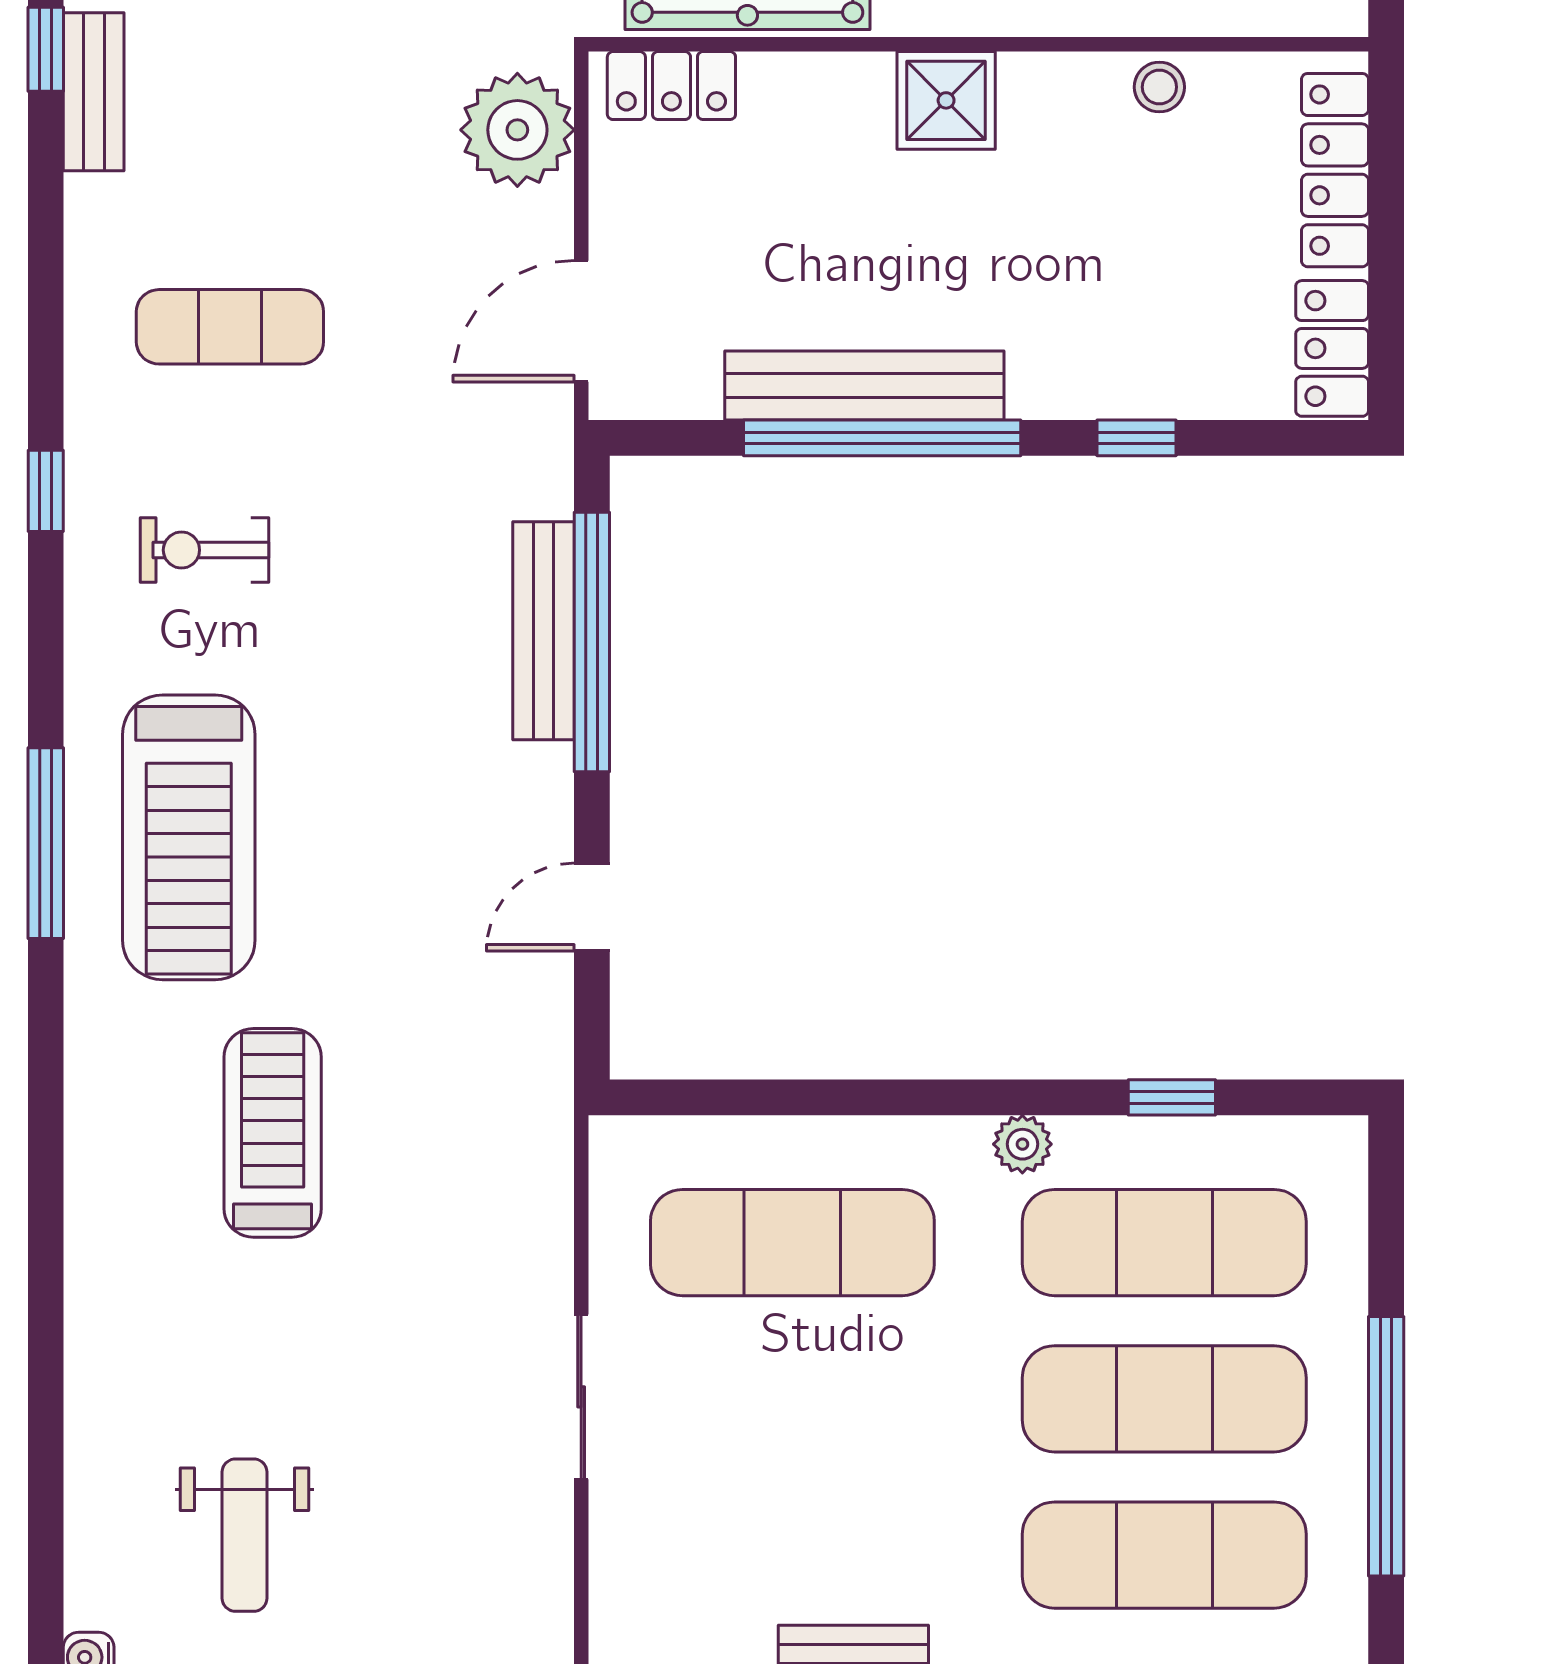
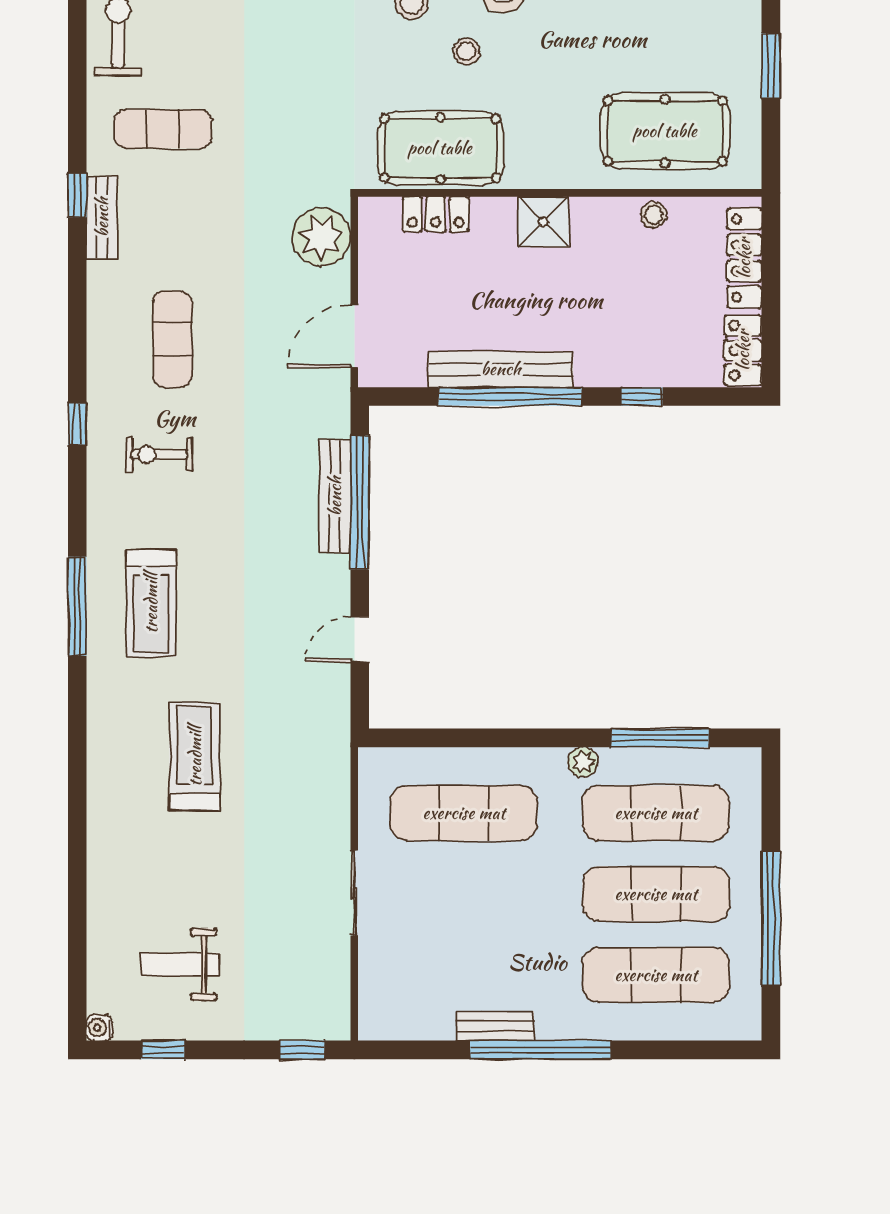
locker: (671, 86) -> (436, 214), moved
exercise mat: (230, 327) -> (173, 339), turned 90
treadmill: (189, 837) -> (151, 603), width x0.73, depth x0.73
window: (1172, 1097) -> (660, 738), width x2.17
weight bench: (245, 1535) -> (180, 964), turned 90

